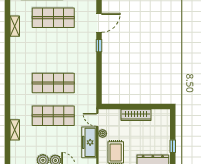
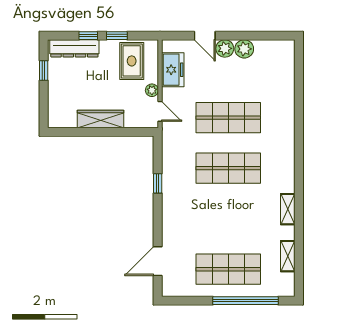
window: (99, 46) -> (158, 183), moved
shelving: (15, 130) -> (288, 209), moved
freezer: (89, 142) -> (173, 70), width x0.71

